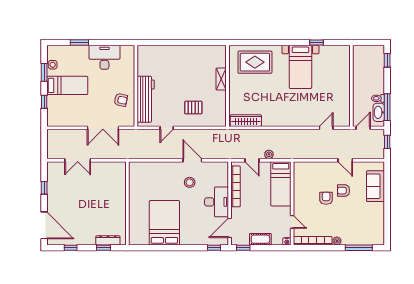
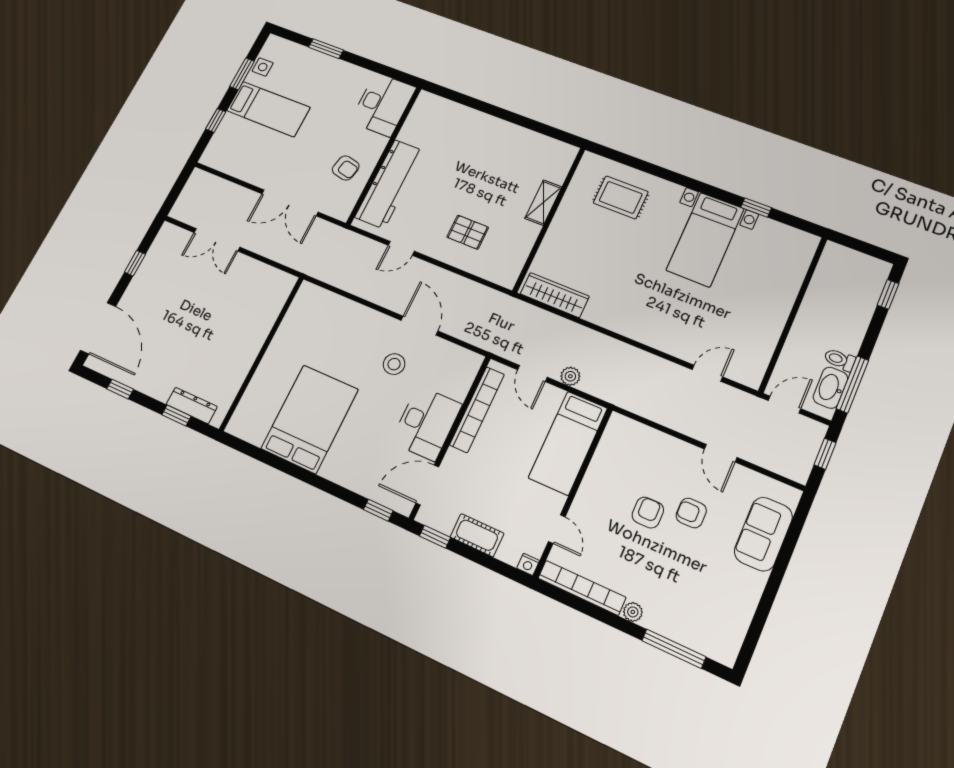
desk: (104, 57) -> (383, 105), moved, turned 90
rug: (255, 62) -> (621, 197), width x0.73, depth x0.70

